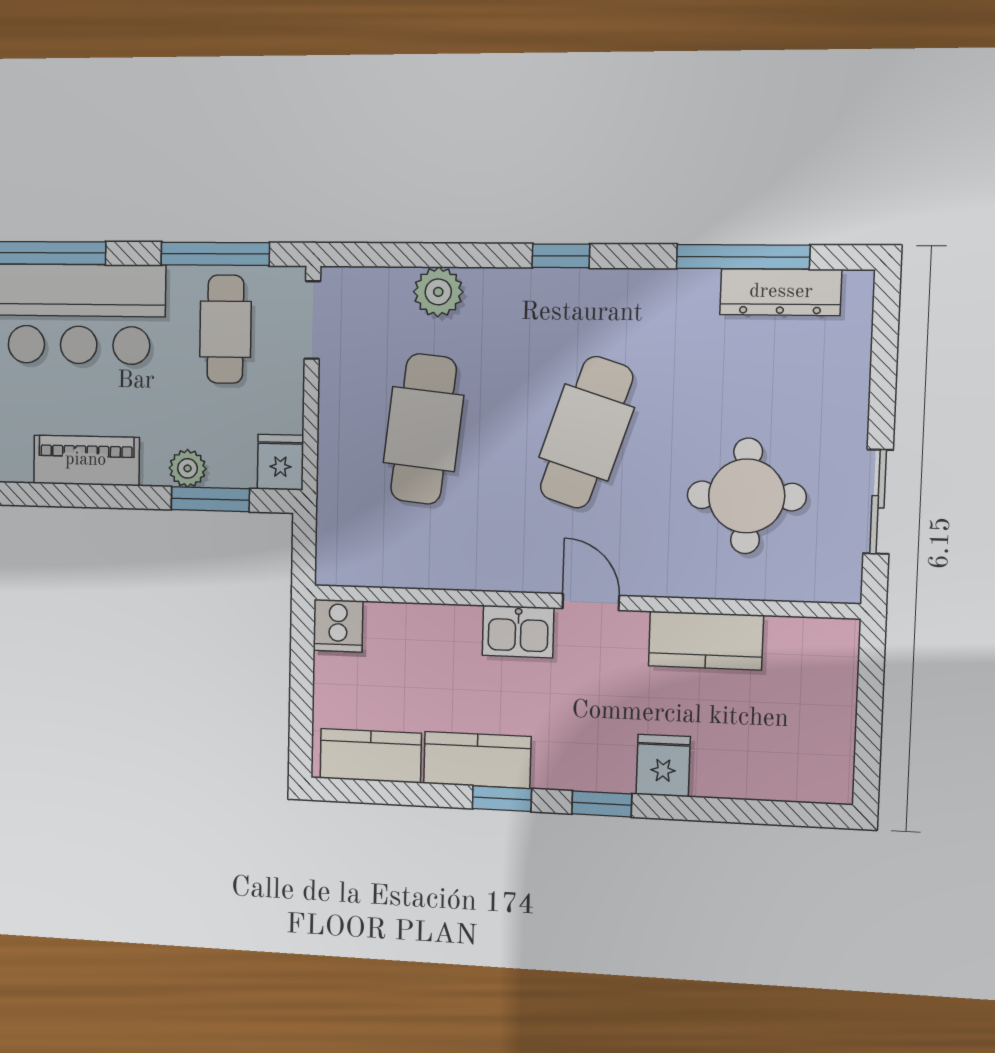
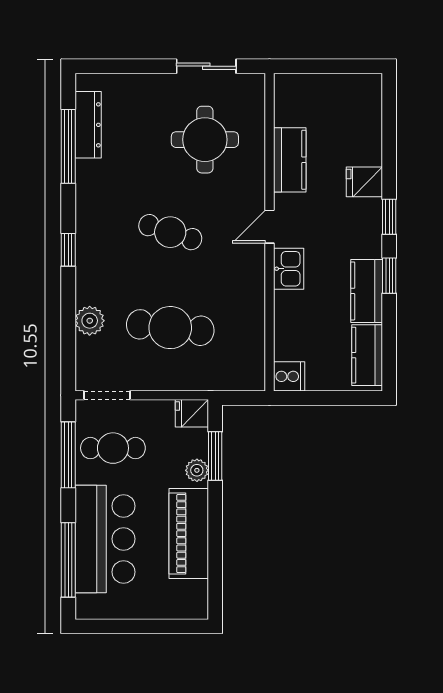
cafe table: (586, 432) -> (170, 232), width x0.73, depth x0.74
piano: (86, 460) -> (189, 534), width x1.37, depth x1.33

